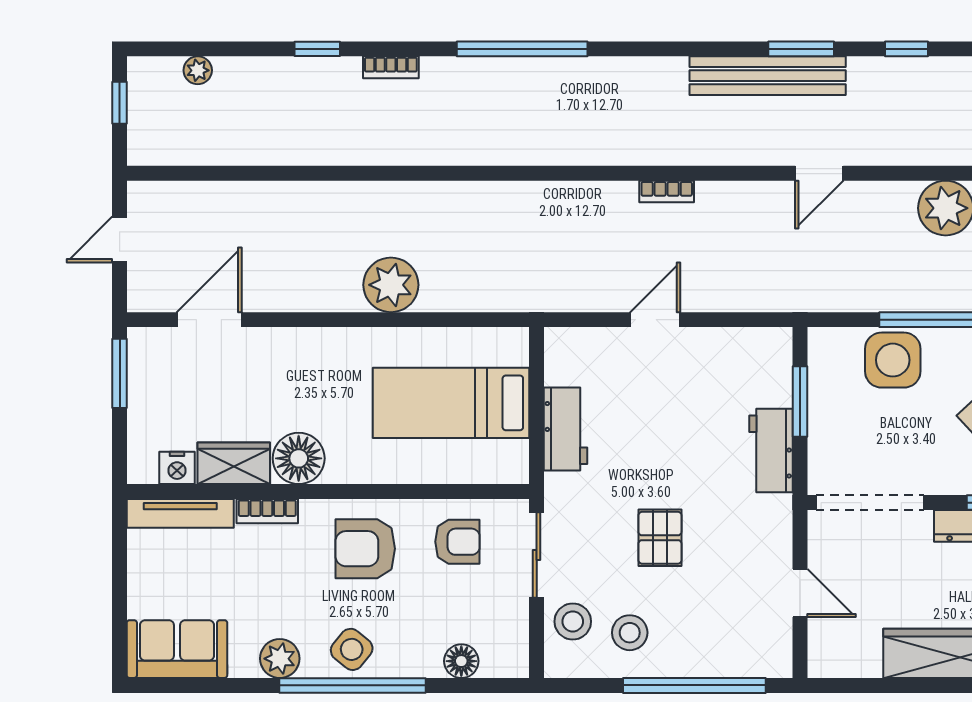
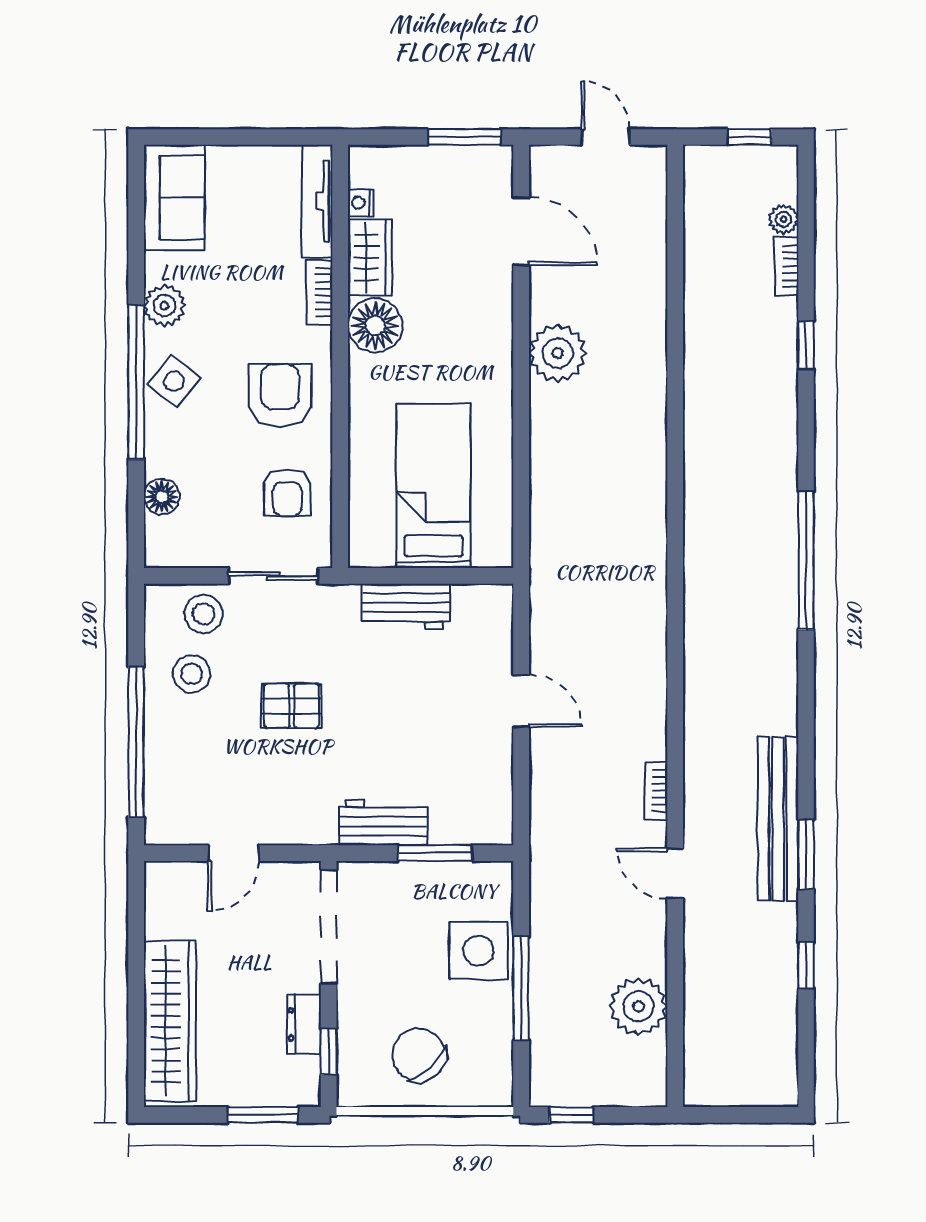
bookcase: (391, 67) -> (787, 266), moved
bookcase: (667, 191) -> (656, 791), moved
plant: (391, 285) -> (558, 353), moved
nightstand: (177, 468) -> (361, 203), width x0.72, depth x0.74

